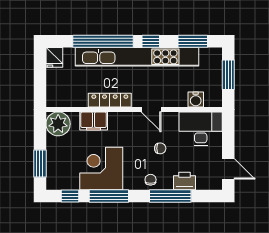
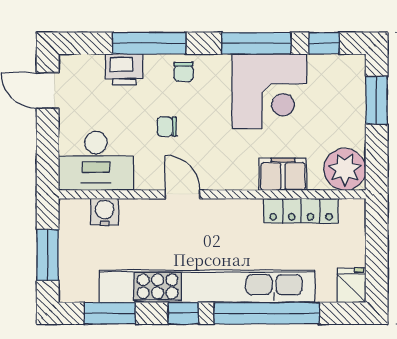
locker: (110, 100) -> (301, 211), moved

